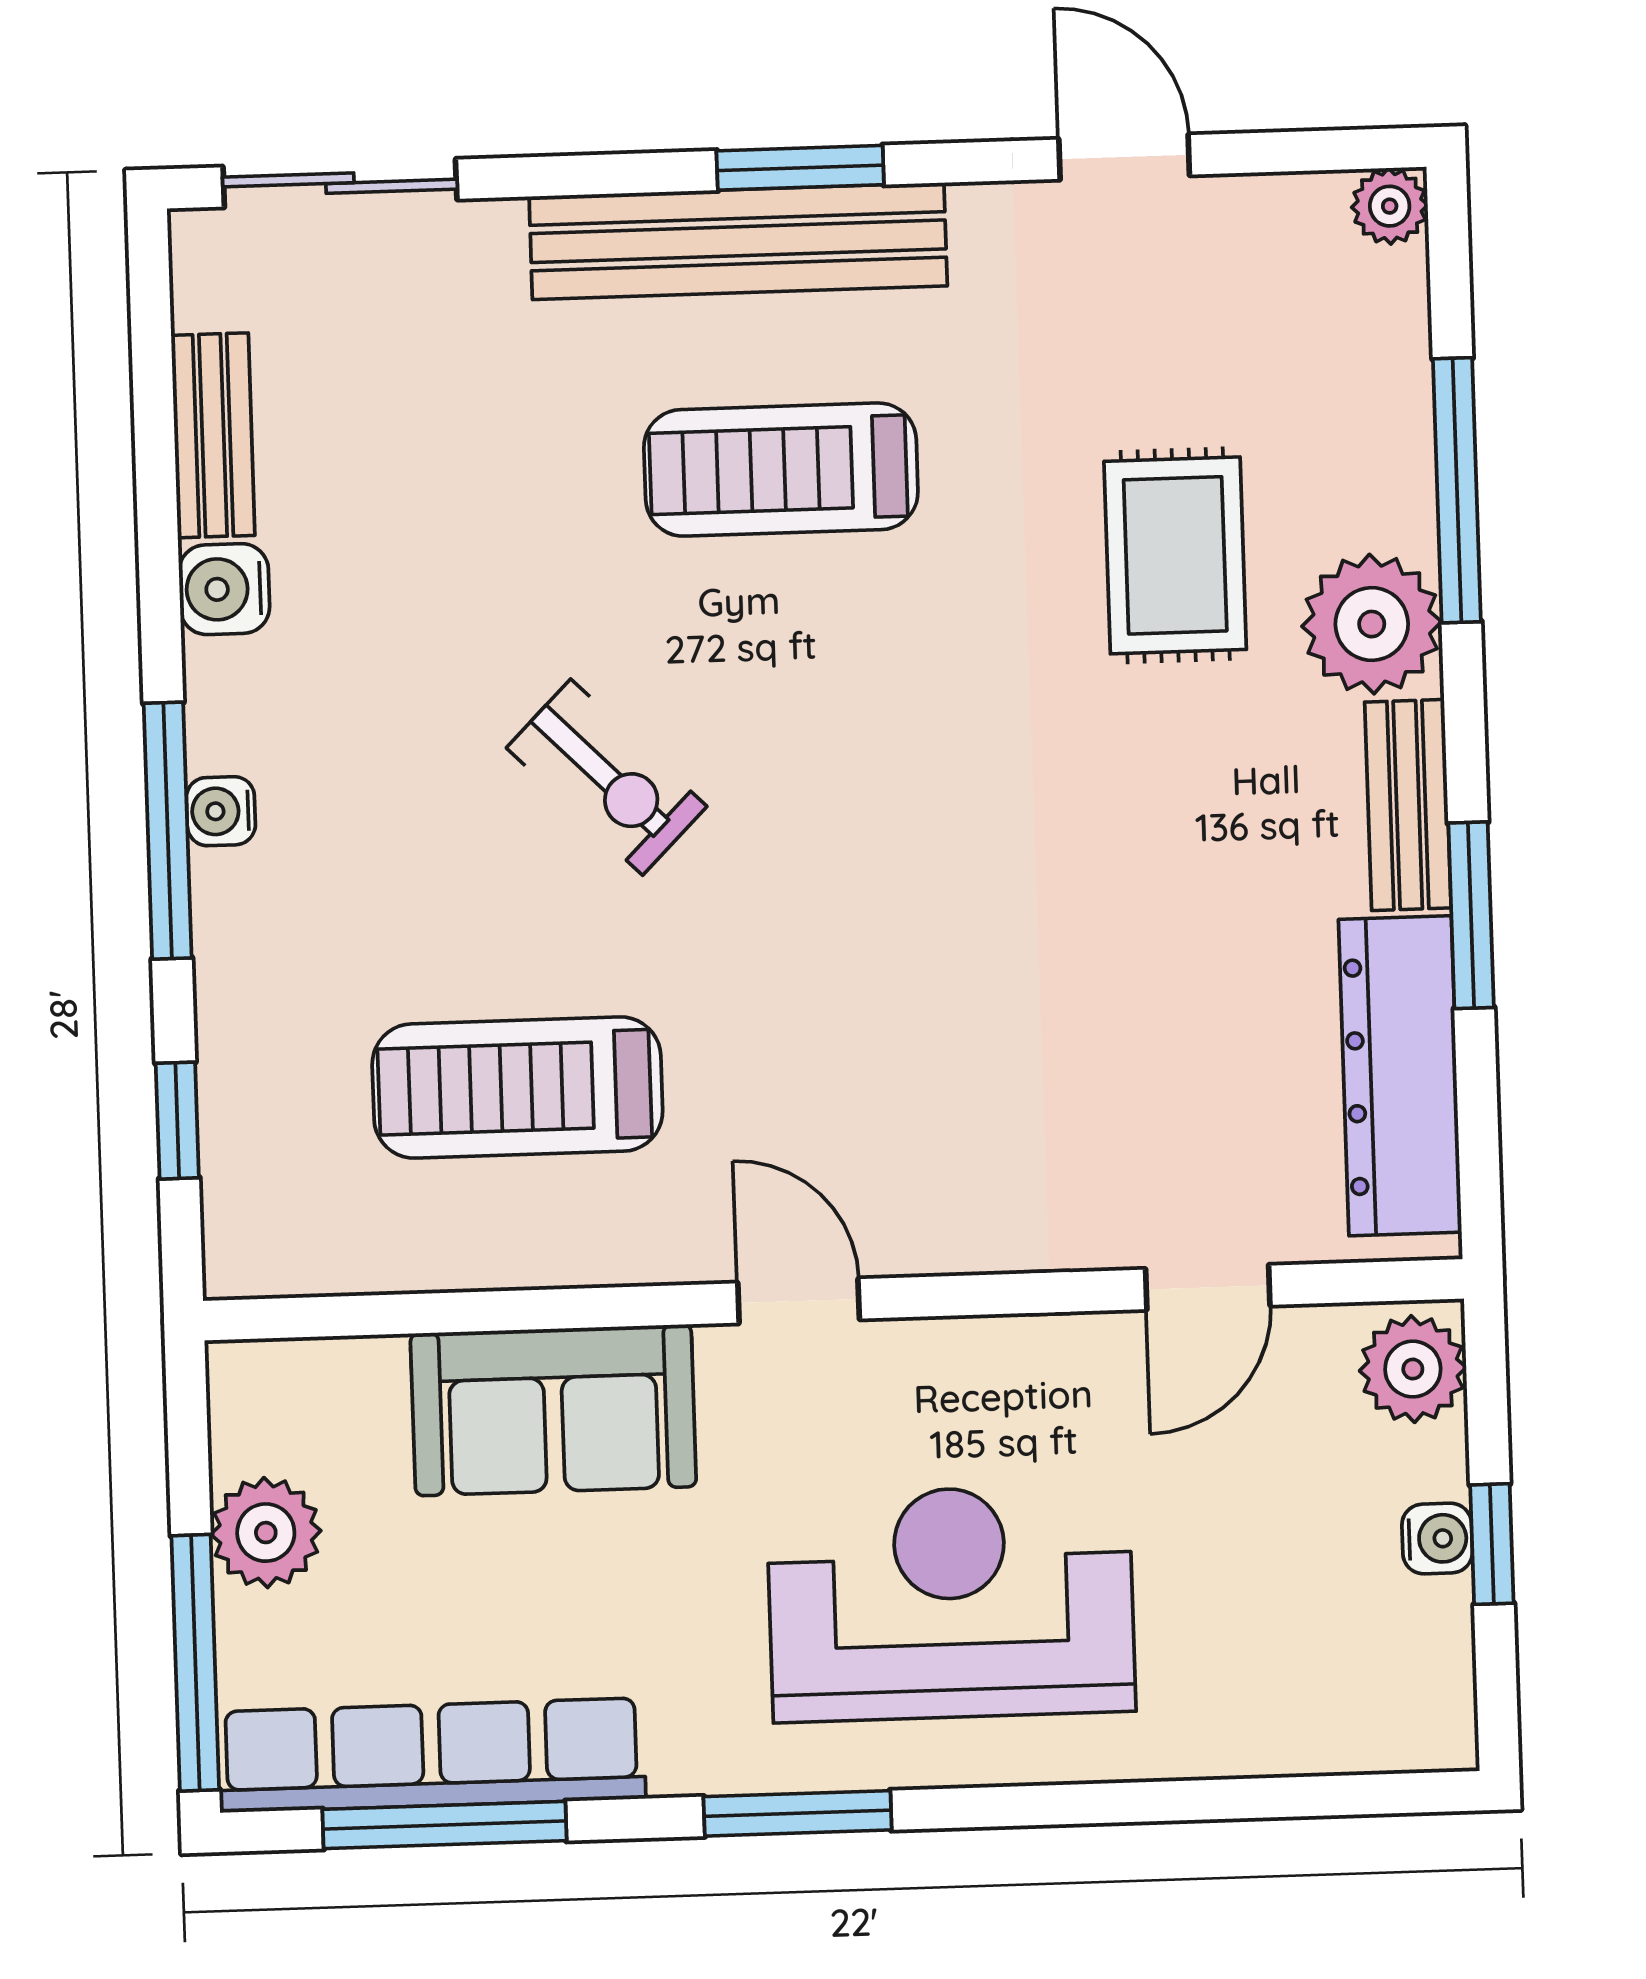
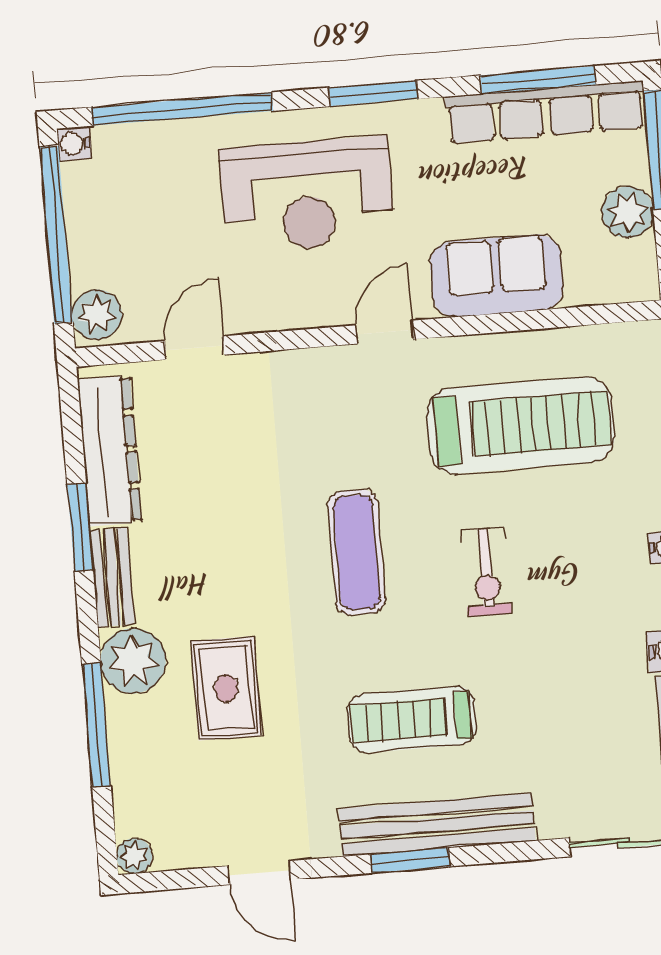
treadmill: (781, 470) -> (412, 719), turned 180
exercise bike: (607, 777) -> (486, 572), turned -135
exercise mat: (882, 833) -> (357, 552), added
treadmill: (517, 1088) -> (521, 425), width x1.37, depth x1.38
door: (799, 1301) -> (385, 332), swing flipped
water cooler: (1437, 1539) -> (74, 143), moved
window: (1492, 1544) -> (56, 235), width x3.17
window: (1209, 1800) -> (182, 109), added

